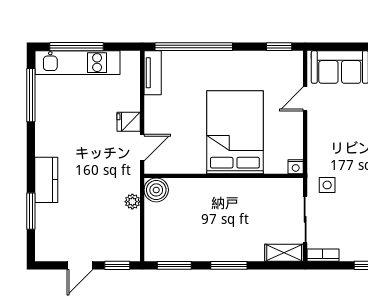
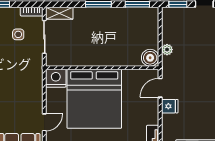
bed: (235, 132) -> (94, 99), width x1.36
nightstand: (296, 167) -> (56, 78), width x1.89, depth x1.79
side table: (327, 185) -> (18, 34), moved

